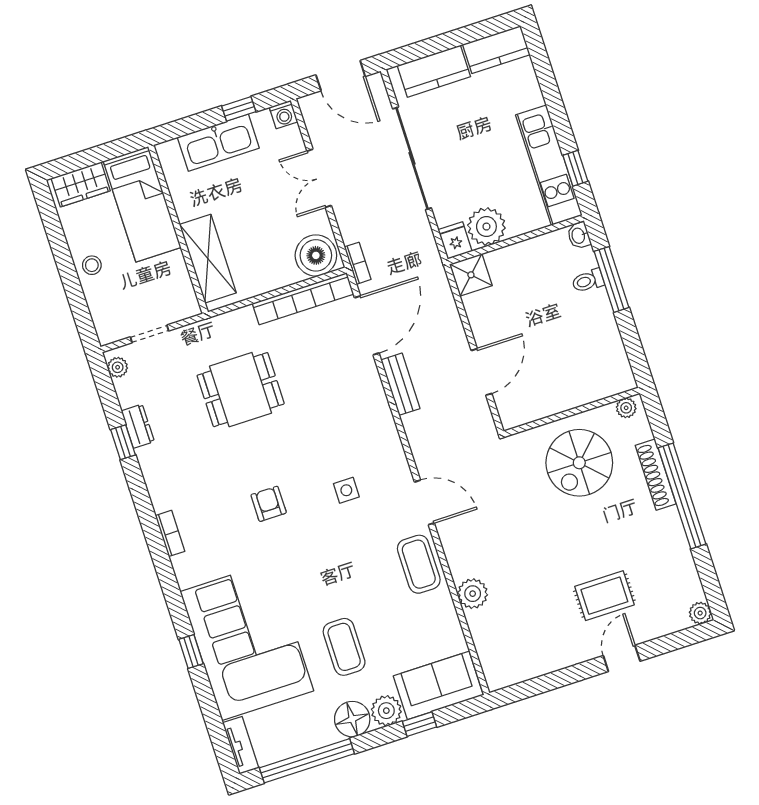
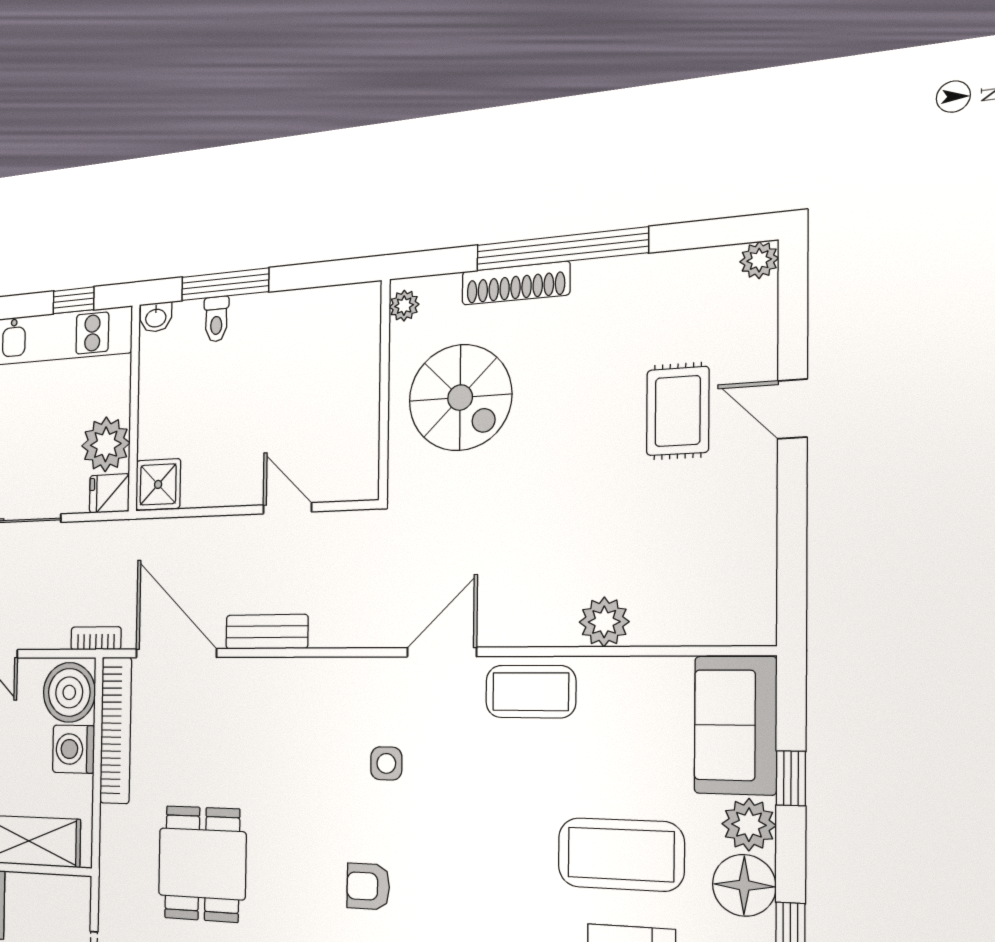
washing machine: (280, 272) -> (73, 749), added
door: (481, 372) -> (287, 508), width x0.73
coffee table: (344, 647) -> (621, 854), width x1.36, depth x1.32

